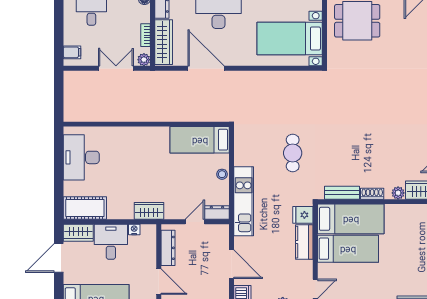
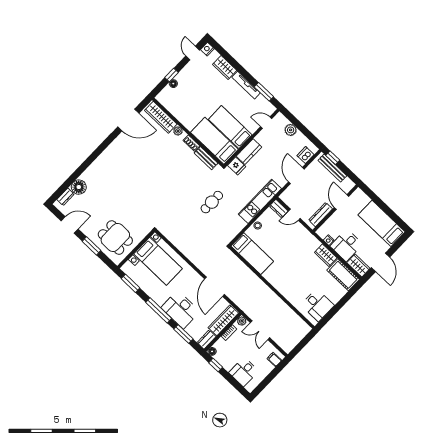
desk: (81, 157) -> (317, 305), width x0.73
wardrobe: (149, 211) -> (326, 255), moved
door: (59, 258) -> (380, 262), hinge flipped

